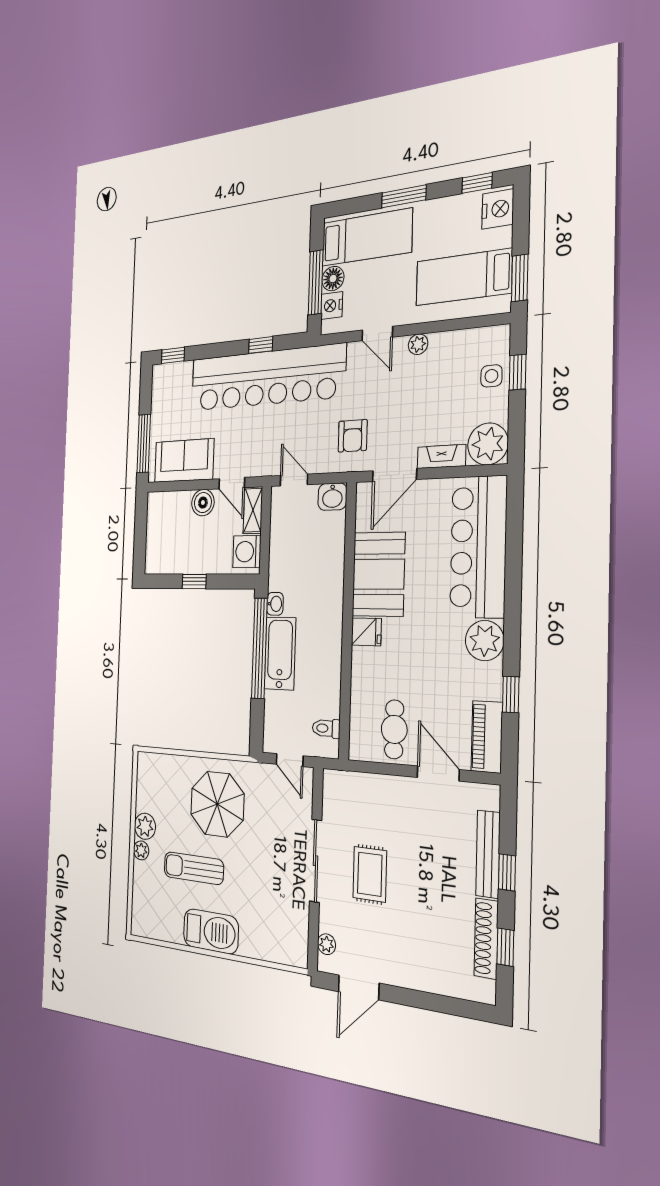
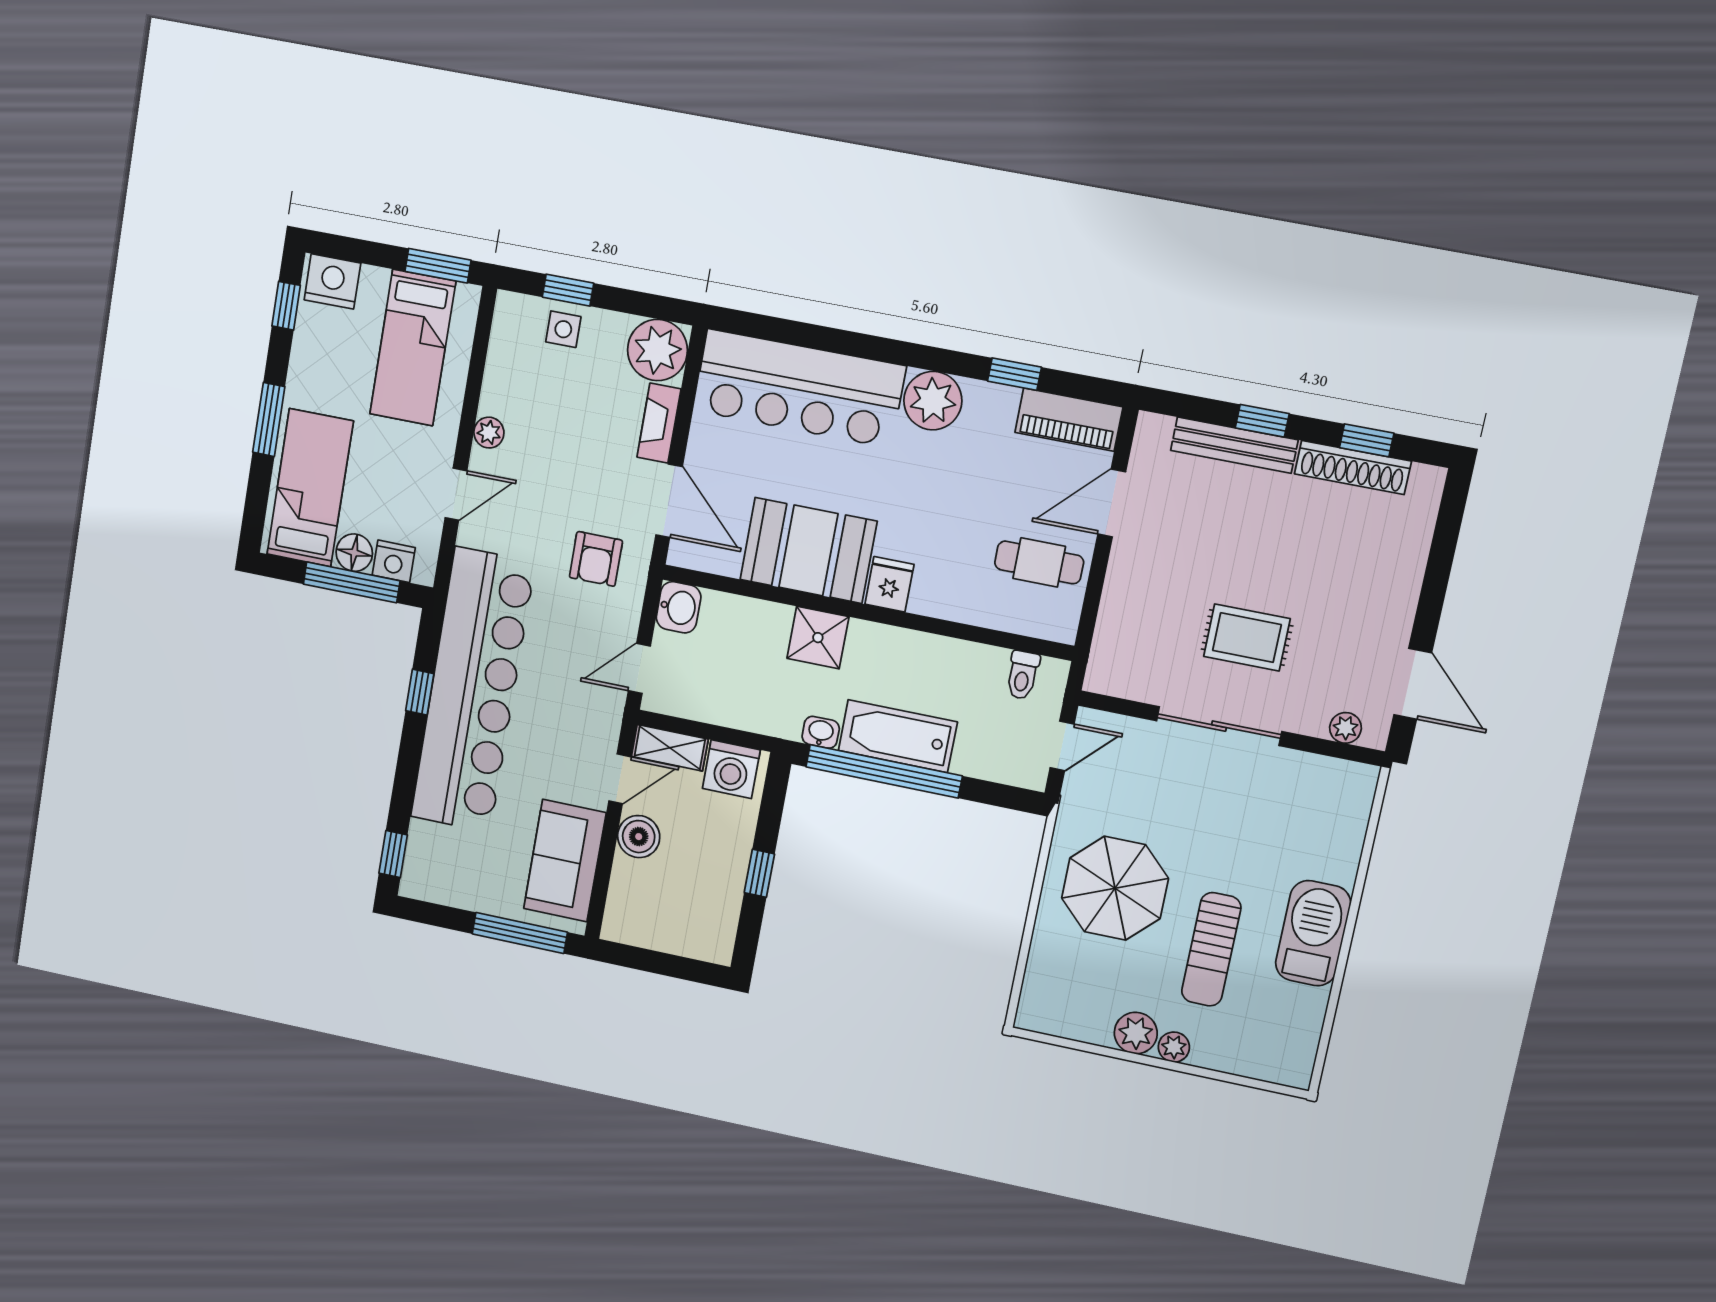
armchair: (353, 436) -> (596, 559), turned 90
shower: (328, 591) -> (818, 638), added

